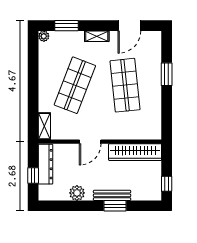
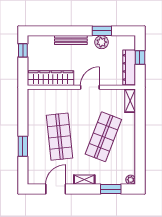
window: (115, 206) -> (102, 31), moved

